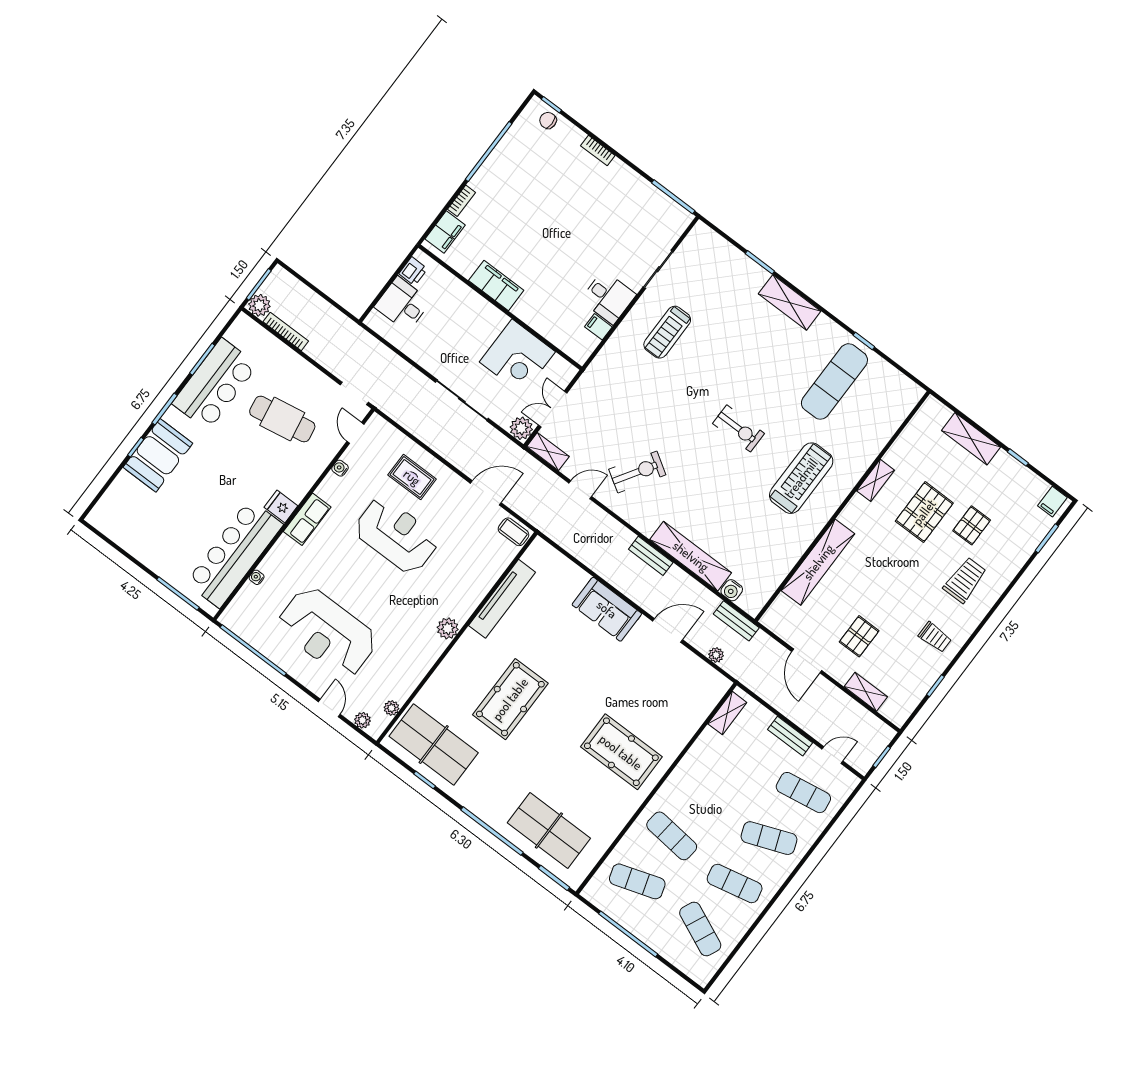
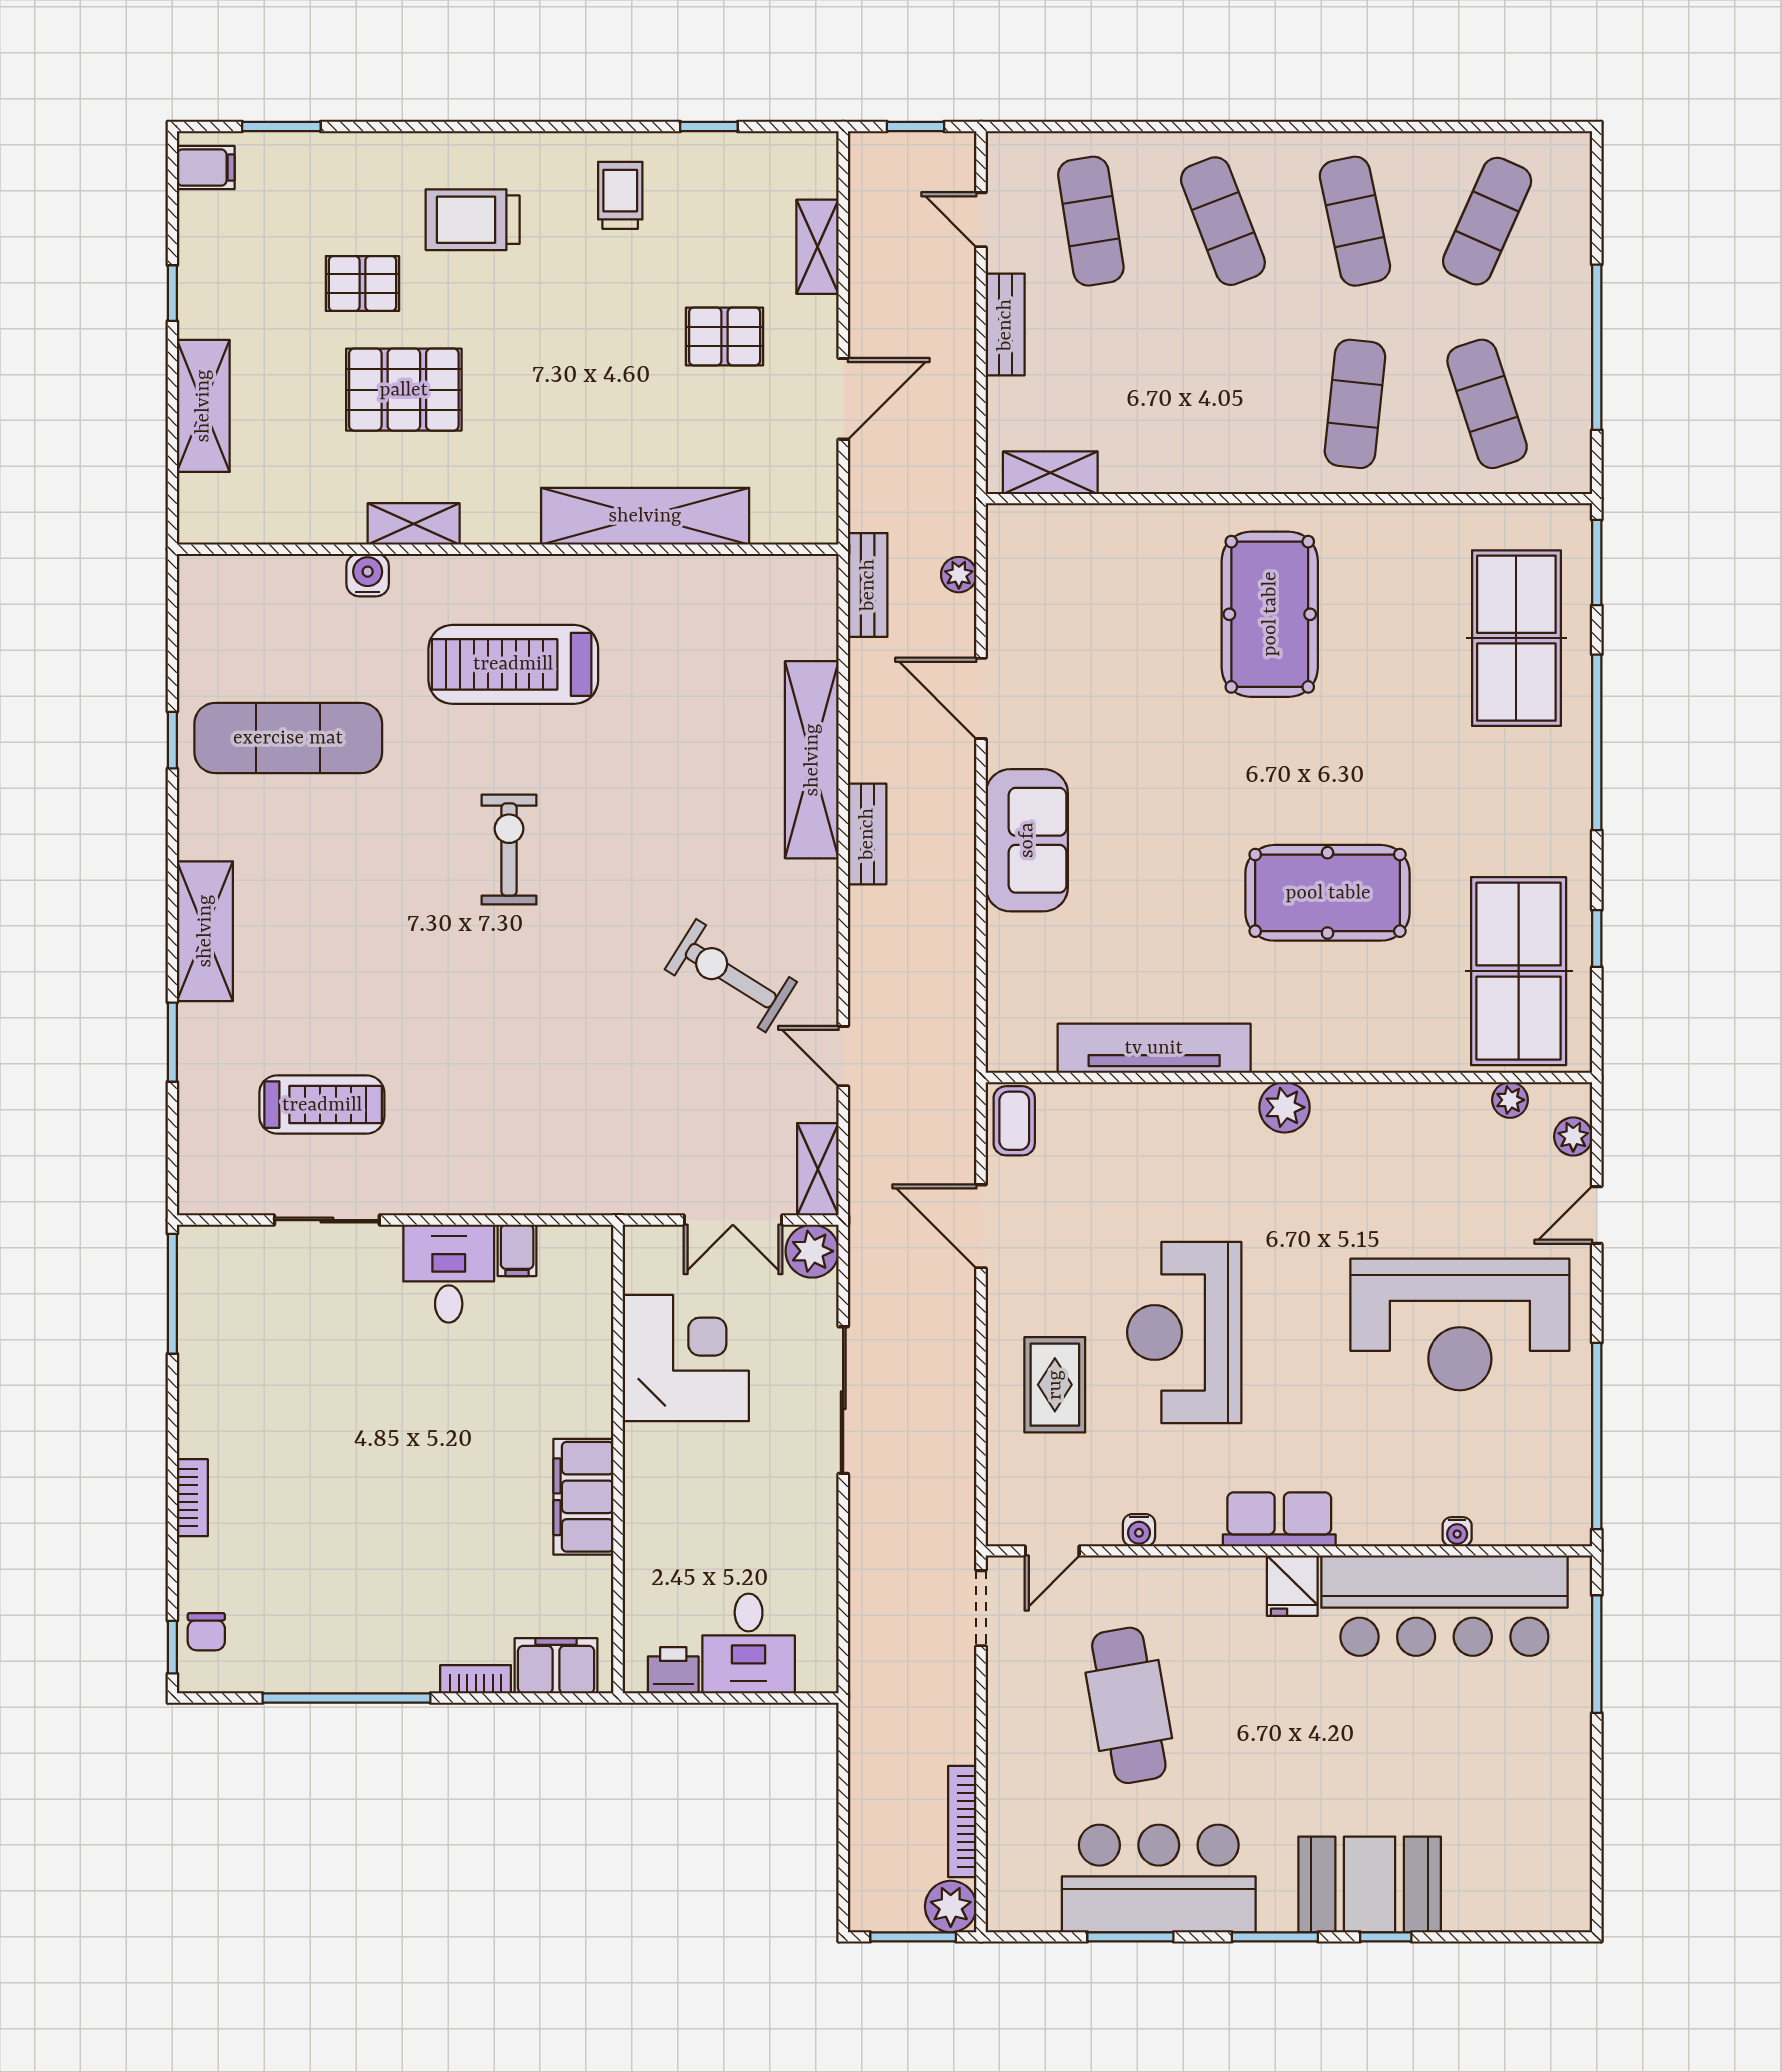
treadmill: (667, 332) -> (322, 1105), moved
water cooler: (732, 590) -> (368, 575), moved, turned -90
reception desk: (327, 632) -> (1460, 1325), turned 90

